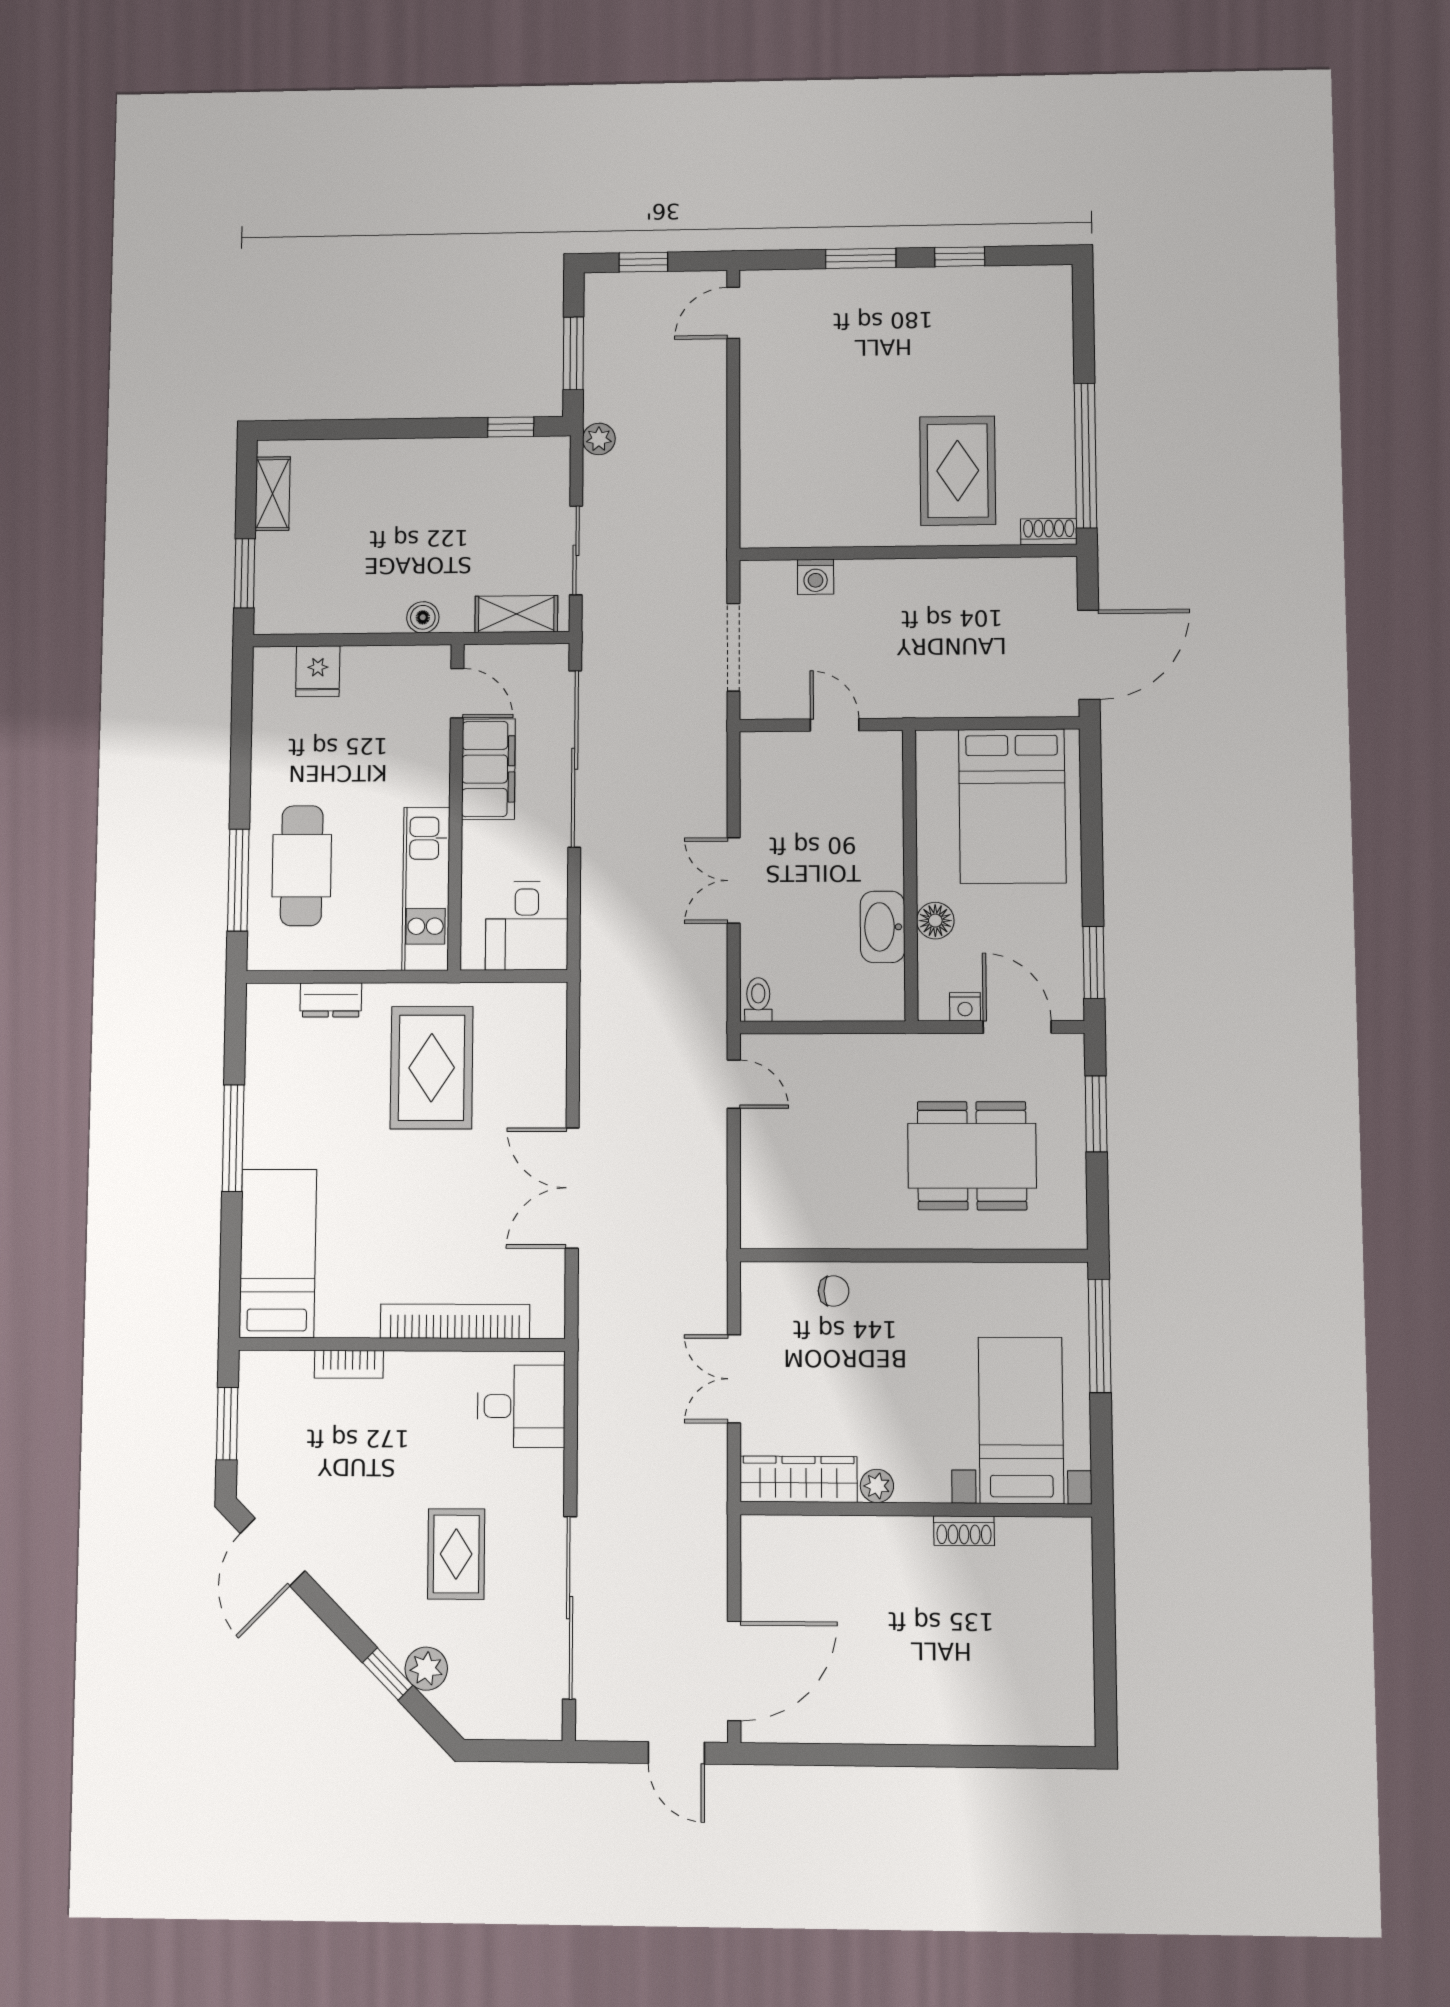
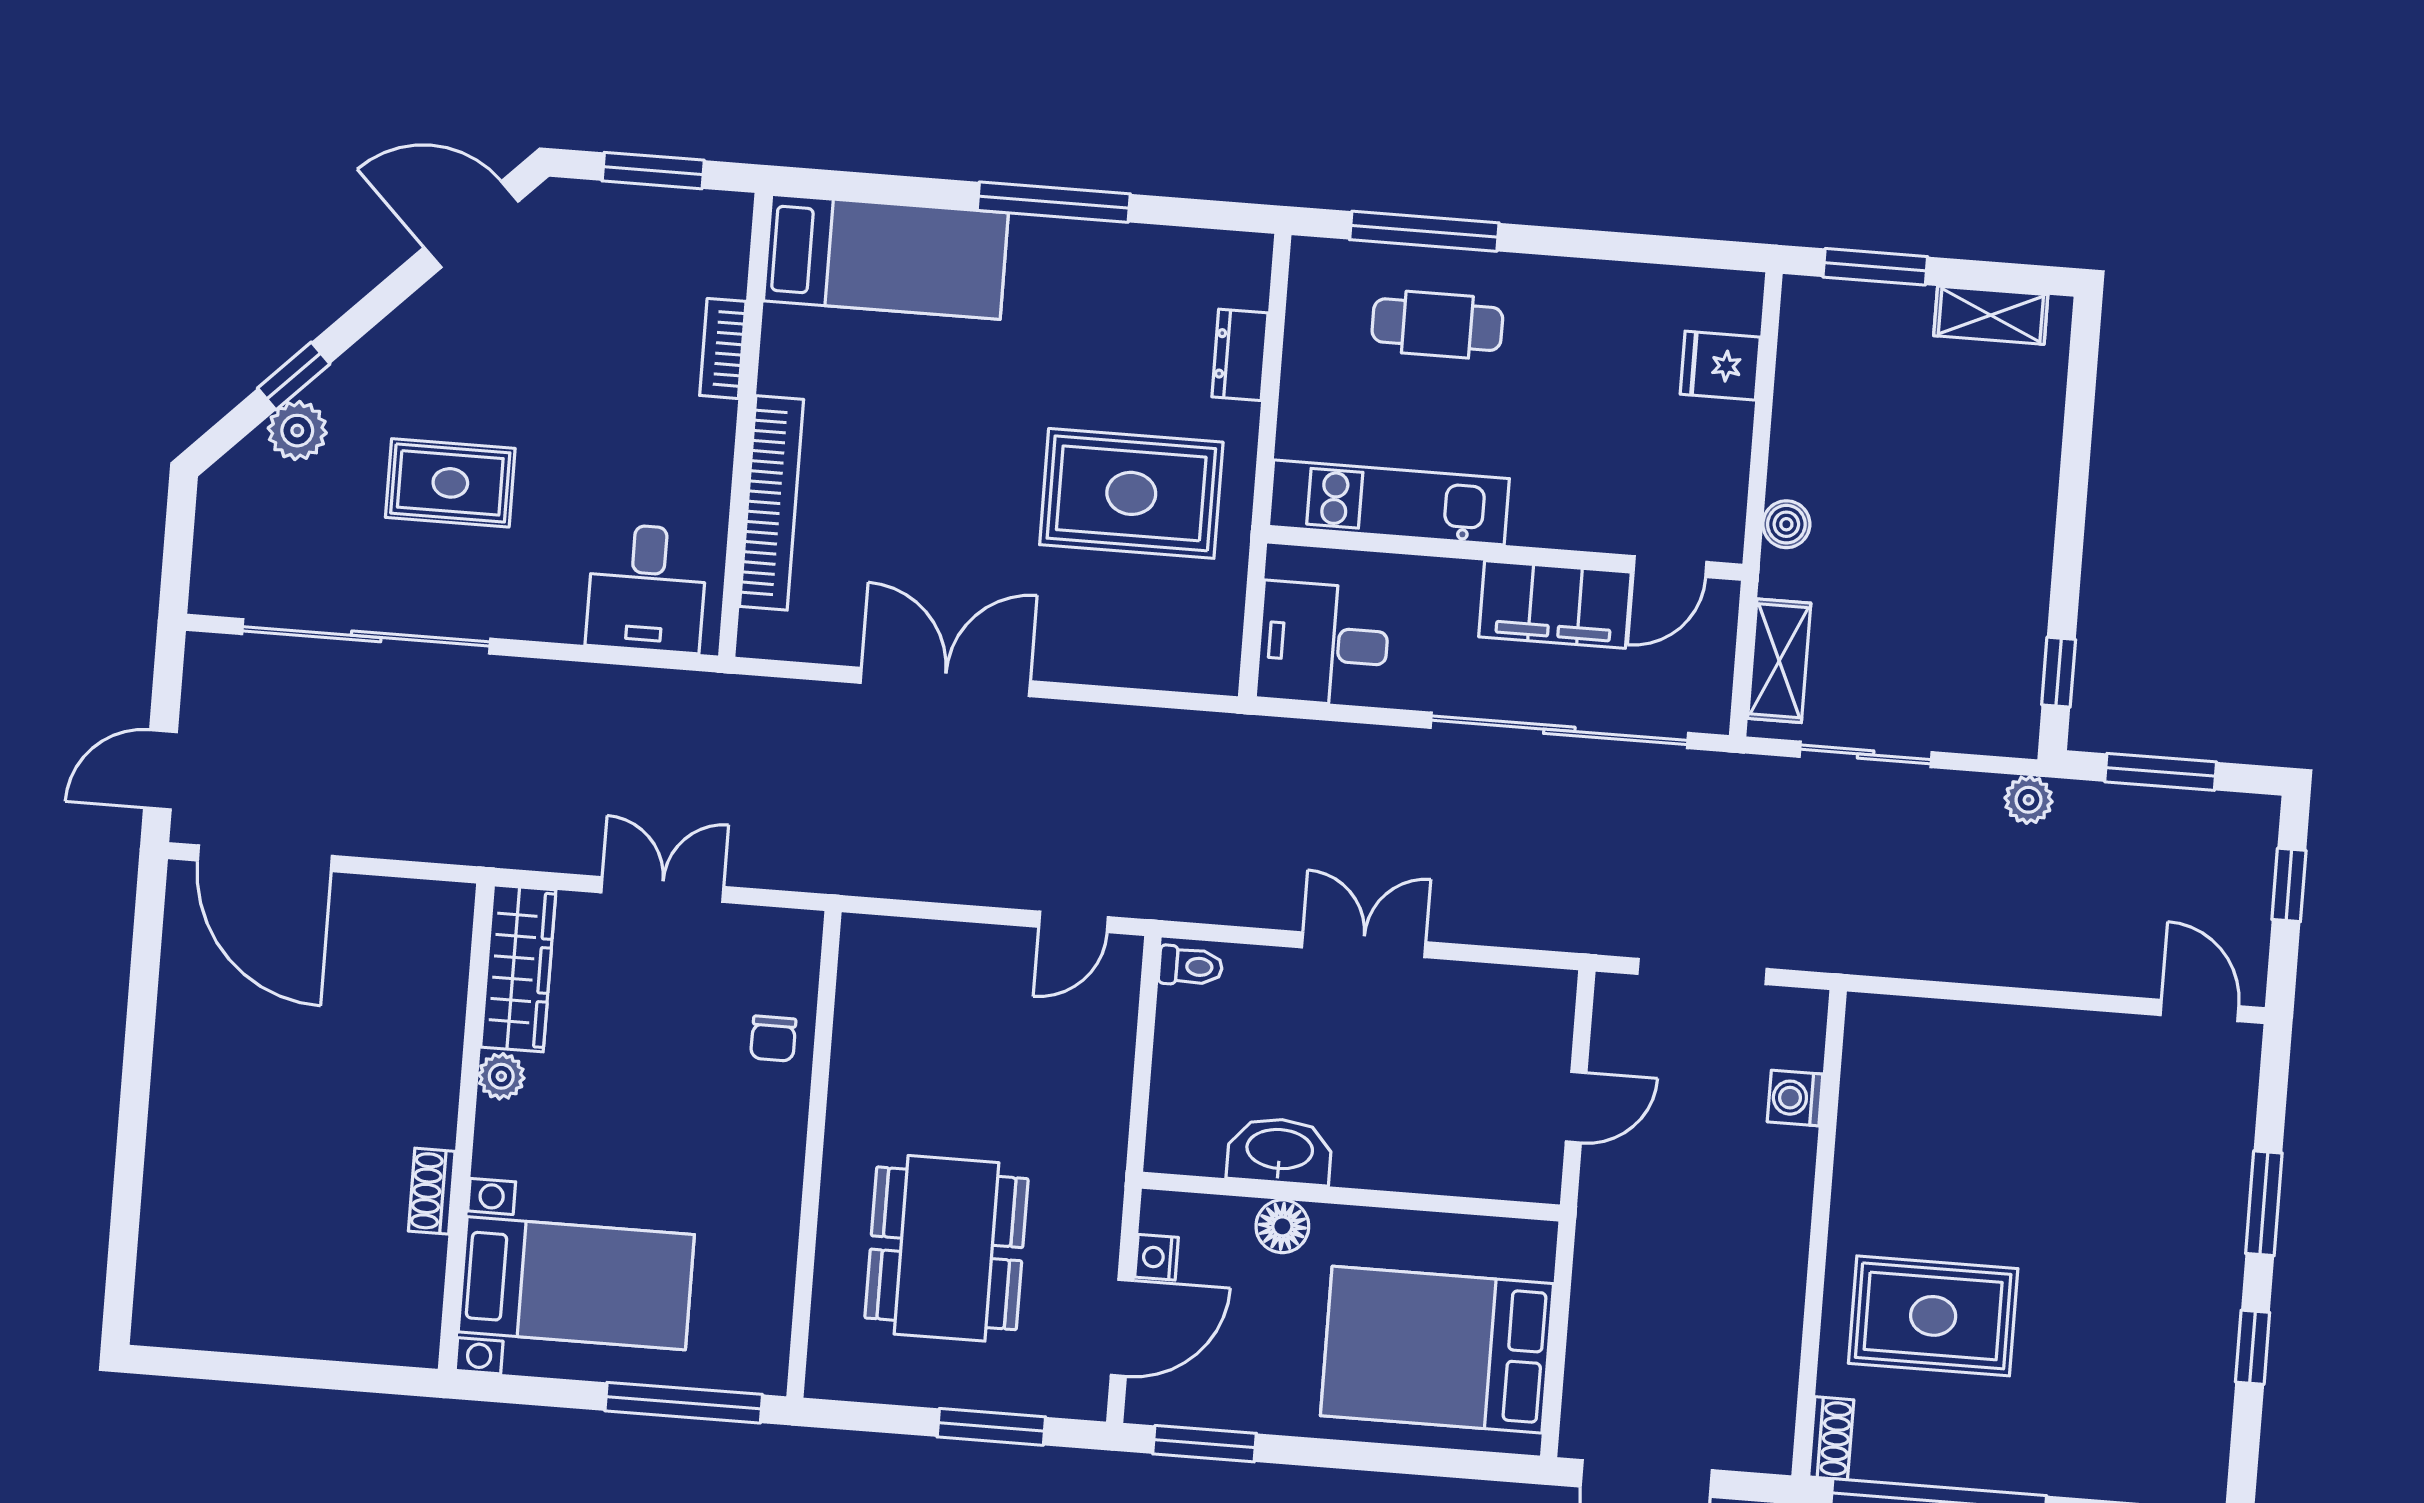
cafe table: (302, 866) -> (1437, 325), width x0.73, depth x0.74

